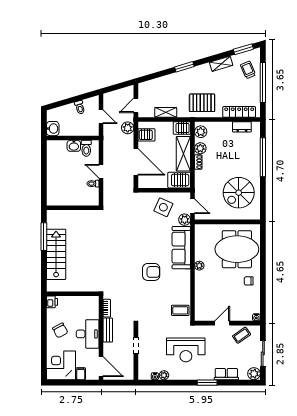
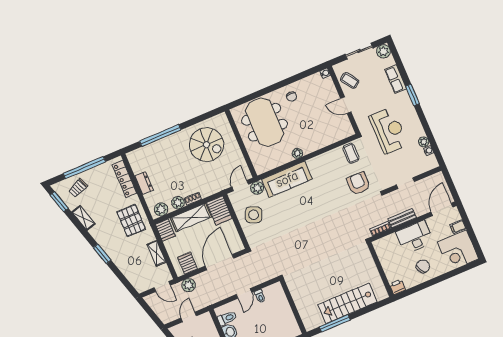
dresser: (242, 127) -> (144, 183), moved
armchair: (151, 272) -> (358, 183), moved

